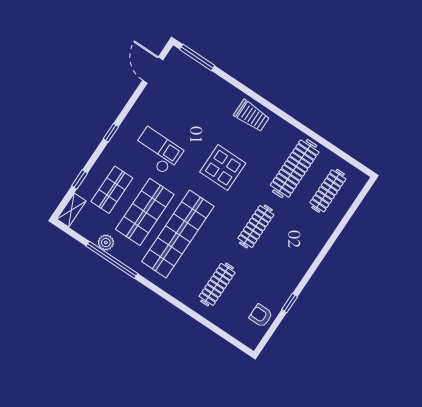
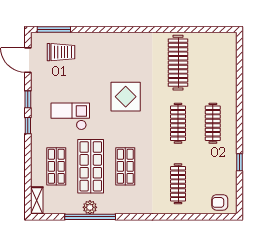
trolley: (252, 116) -> (61, 52), moved
window: (80, 179) -> (28, 99), moved
clothes rail: (328, 191) -> (213, 123), moved
shop shelf: (178, 234) -> (125, 166), width x0.50, depth x0.74
plant: (106, 242) -> (90, 207), moved
armchair: (261, 316) -> (220, 202), moved

